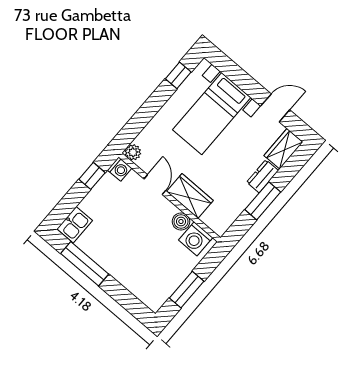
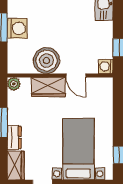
plant: (133, 152) -> (14, 84), moved
boiler: (181, 221) -> (46, 61), width x1.86, depth x1.86
washing machine: (196, 239) -> (17, 28), moved, turned 90

